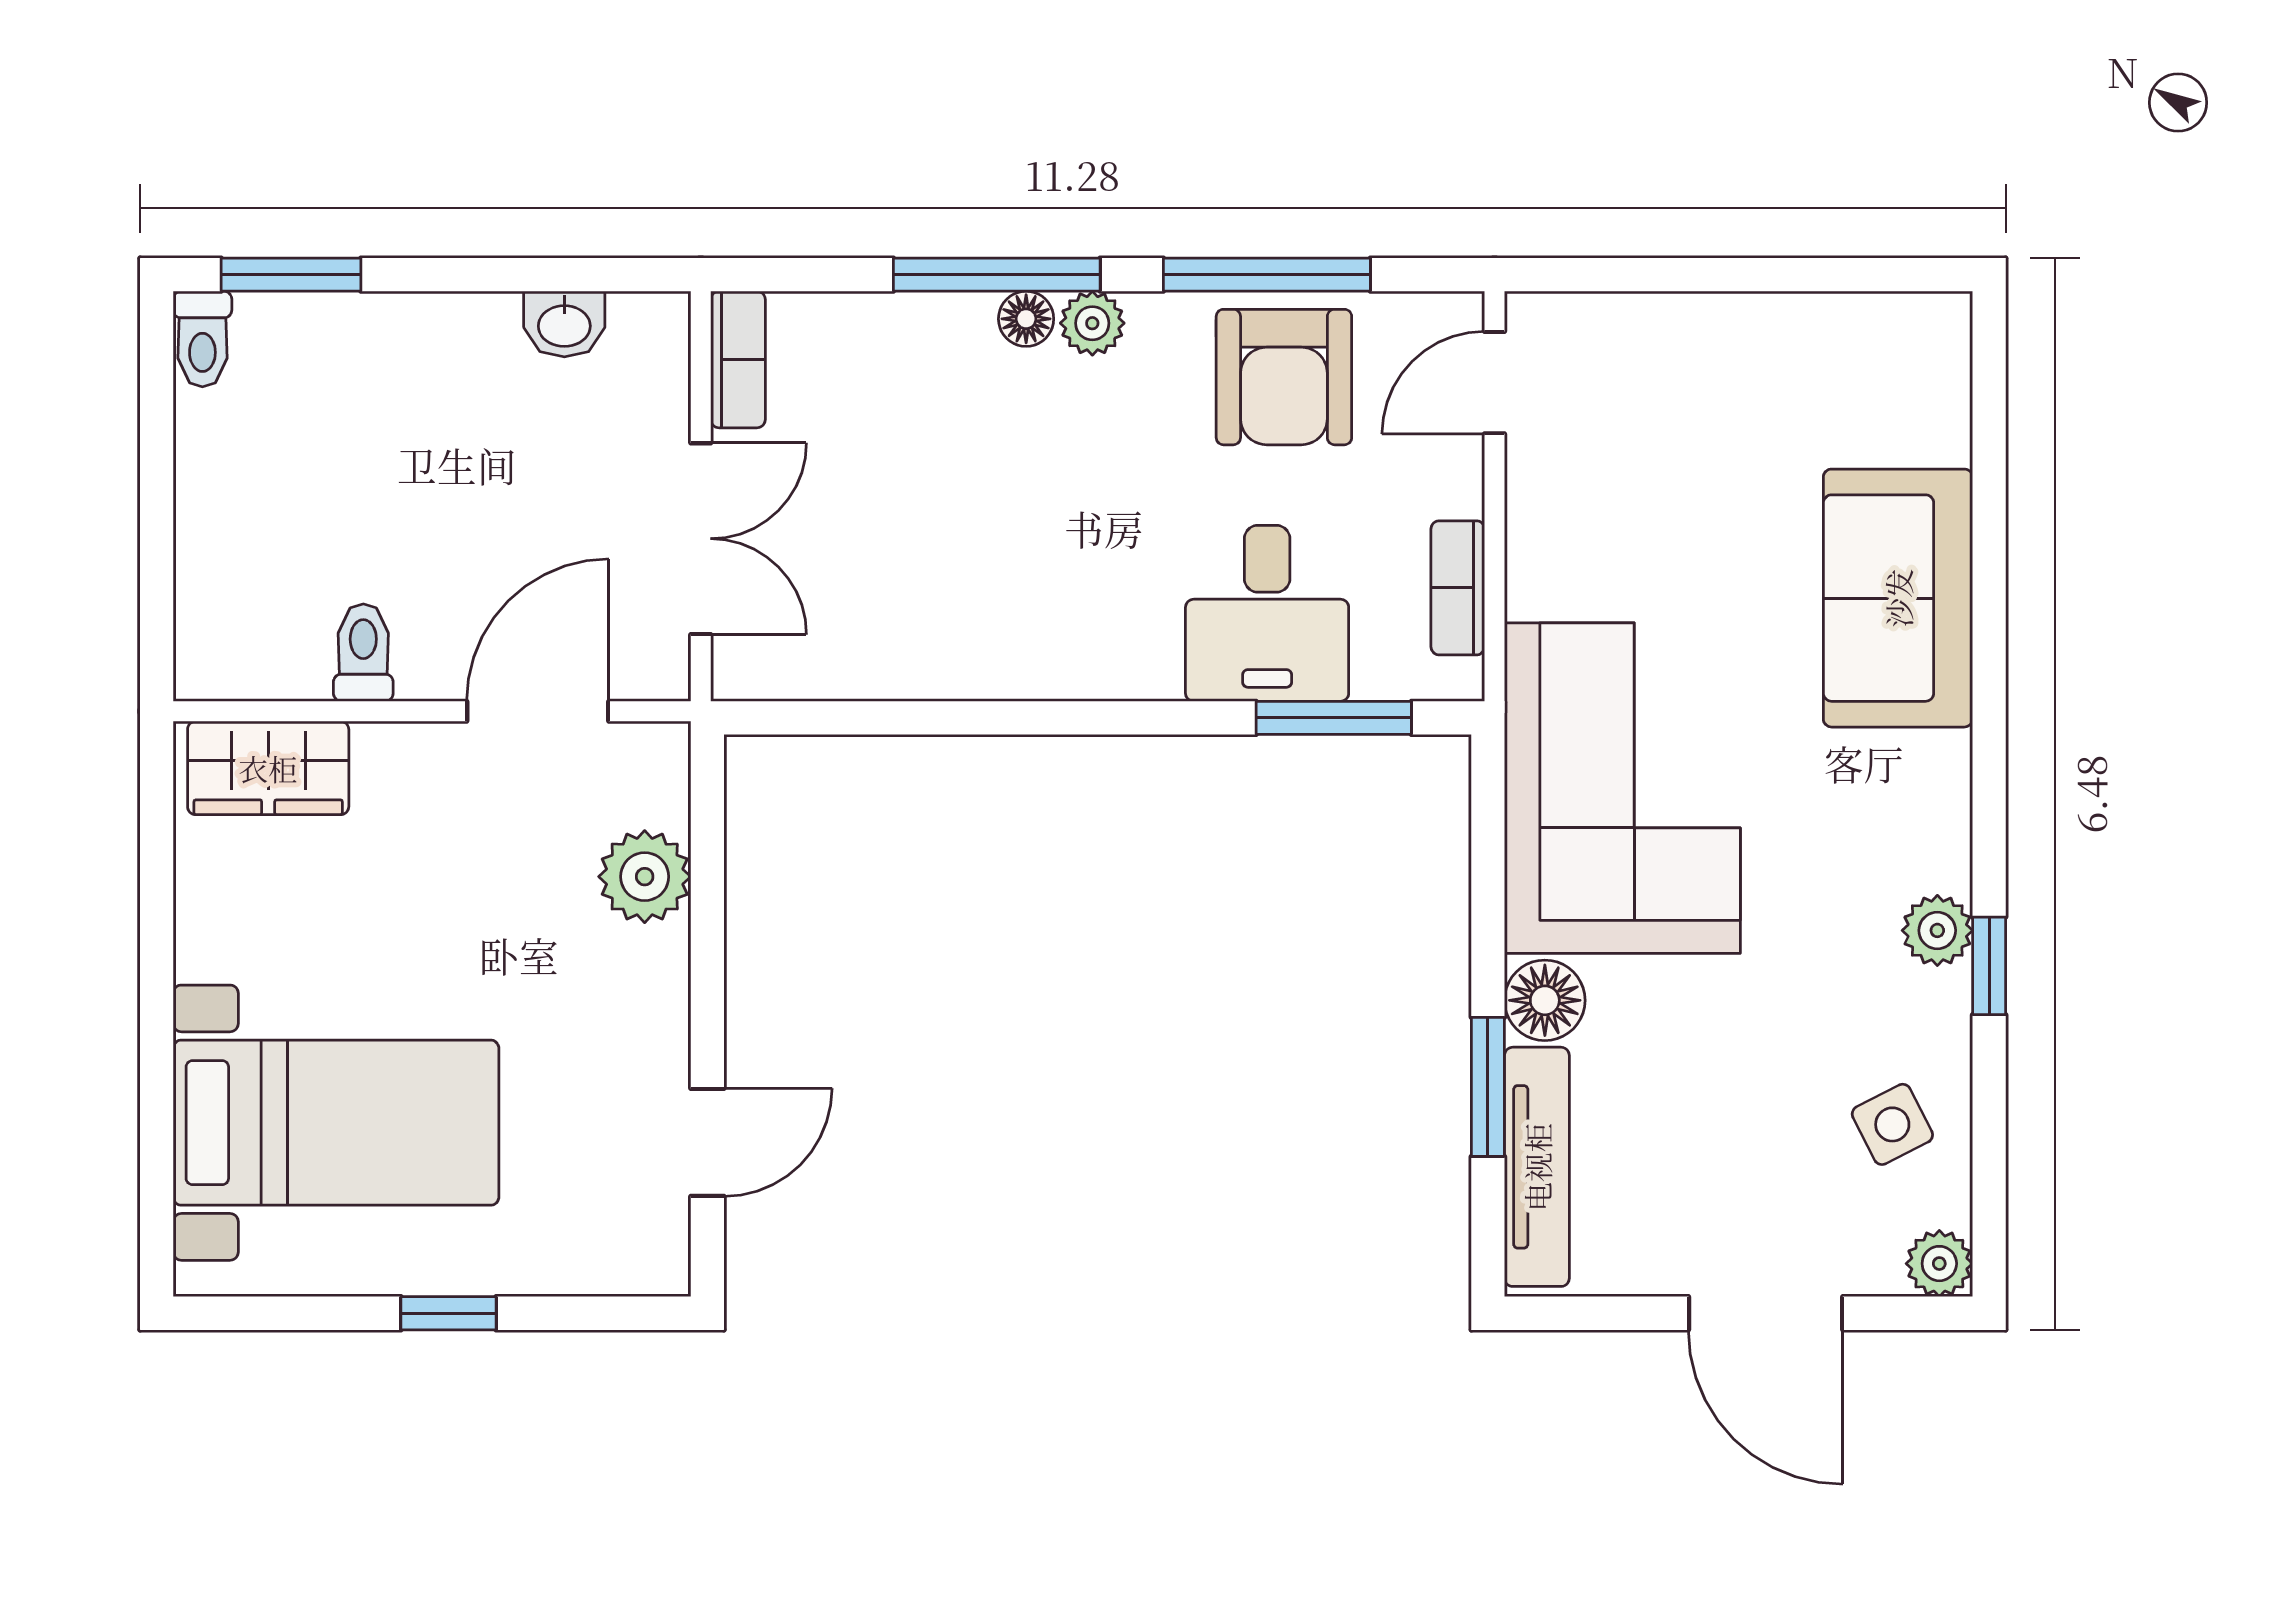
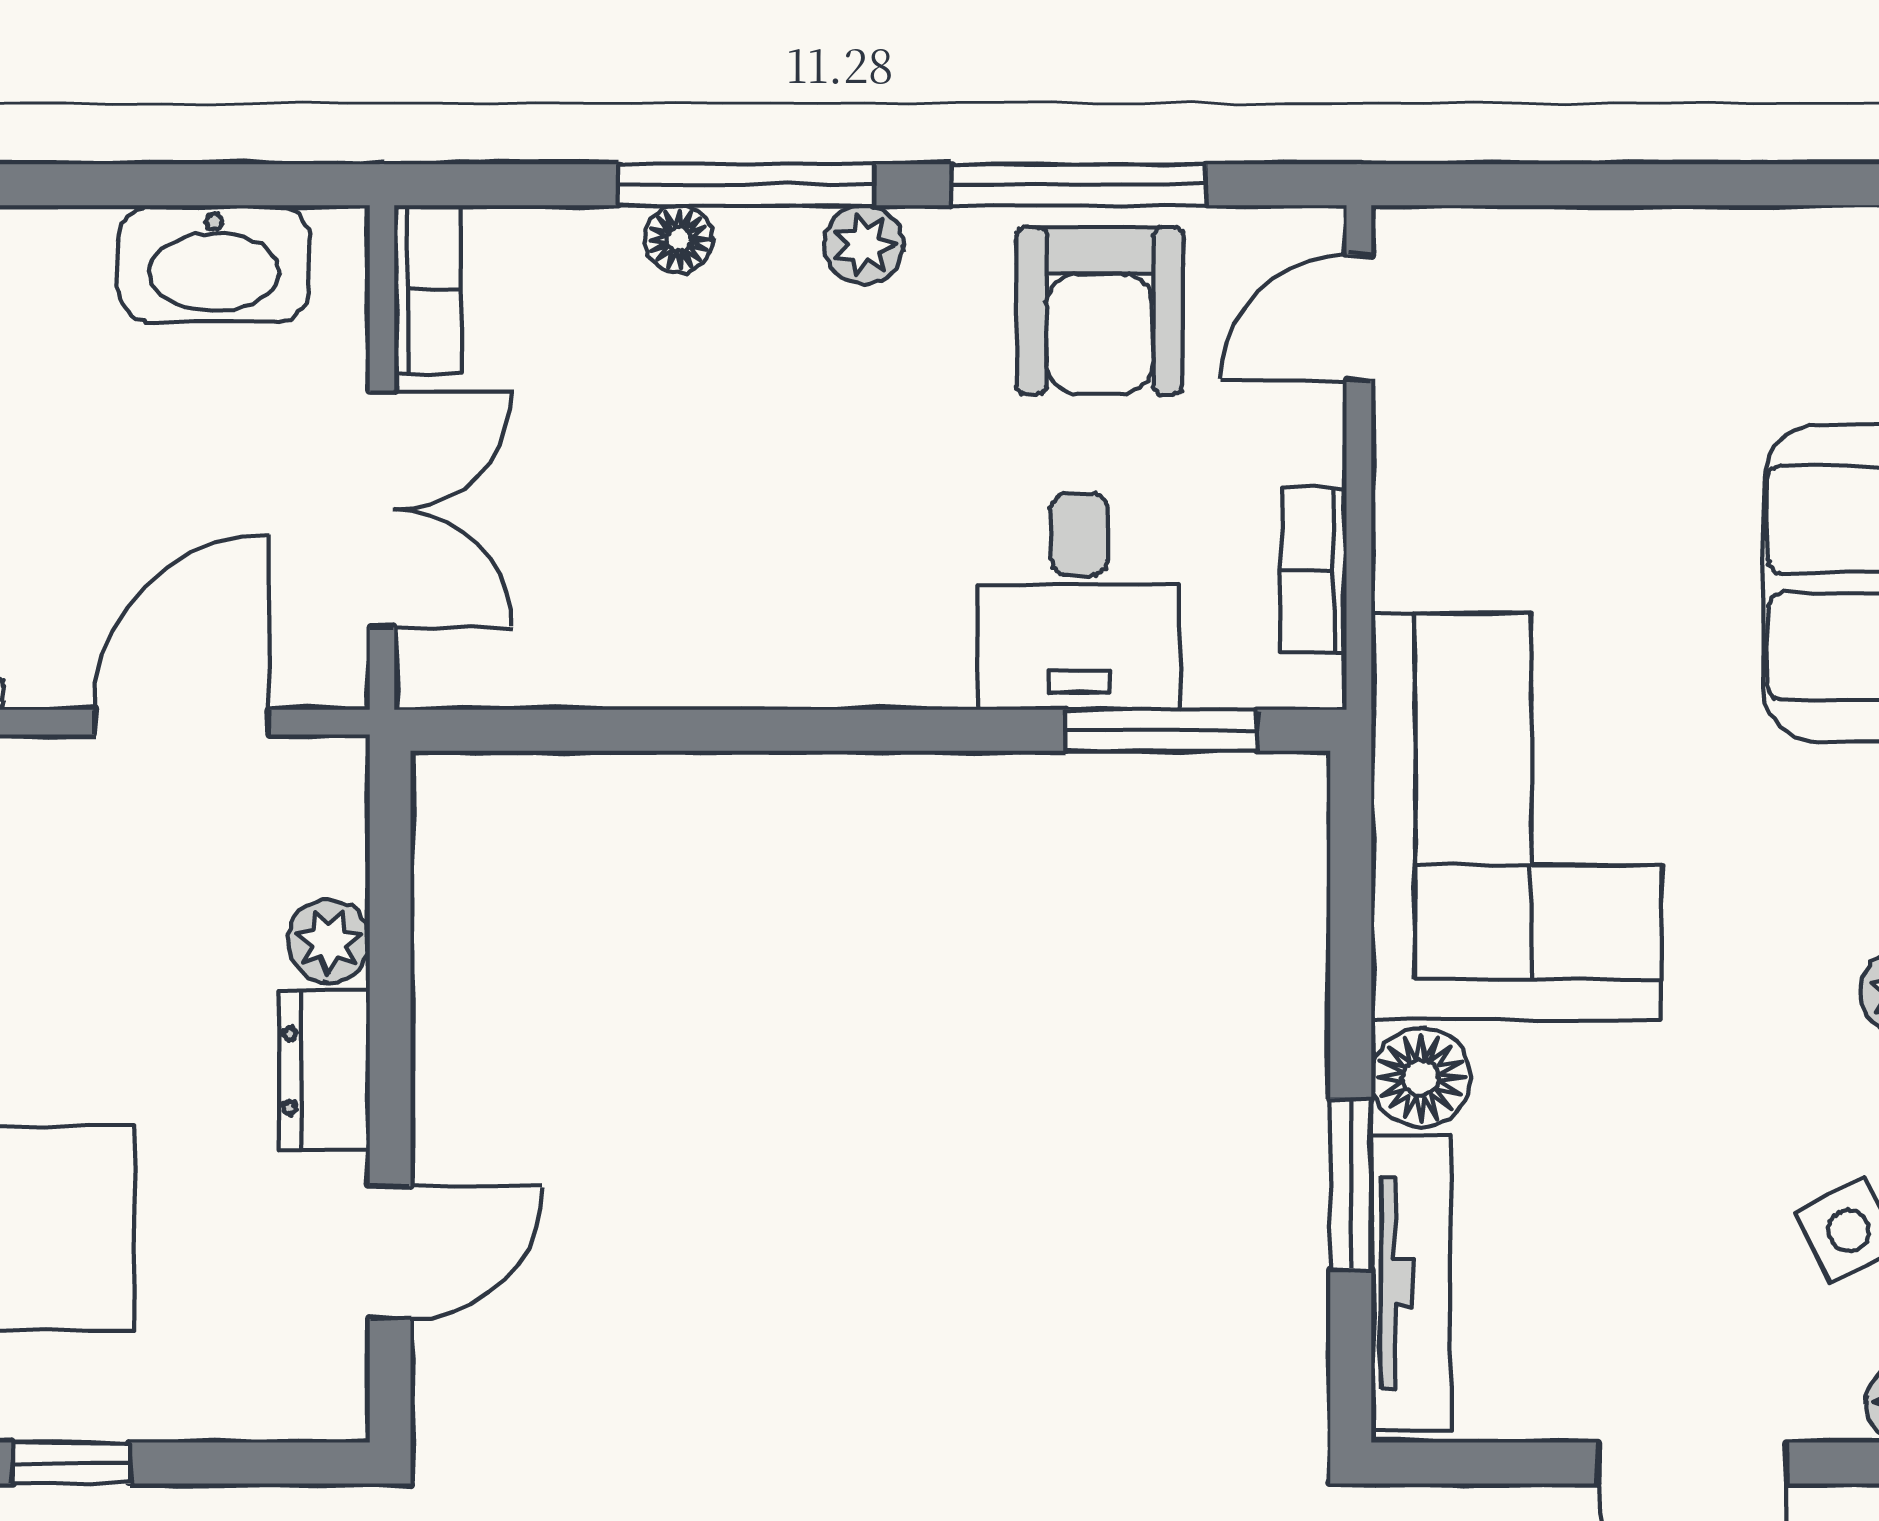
floor lamp: (1026, 319) -> (679, 239), moved
washbasin: (564, 324) -> (214, 264), width x1.91, depth x1.45
plant: (645, 877) -> (328, 941), width x0.73, depth x0.73
dresser: (654, 994) -> (325, 1071), added

